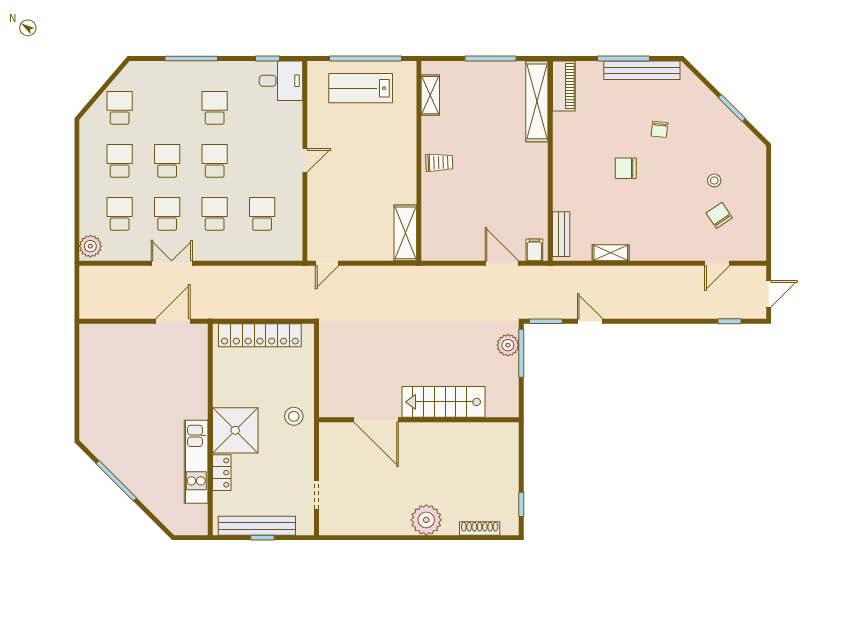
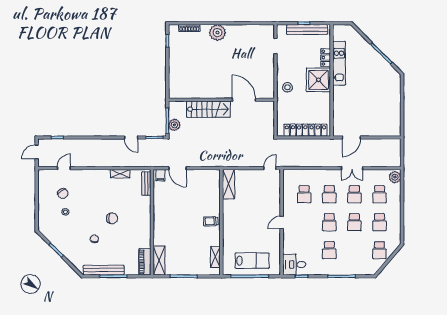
shelving: (537, 101) -> (159, 260), width x0.68
stairs: (443, 402) -> (208, 109), moved
door: (376, 420) -> (244, 100), moved
wall: (419, 420) -> (221, 100), moved

